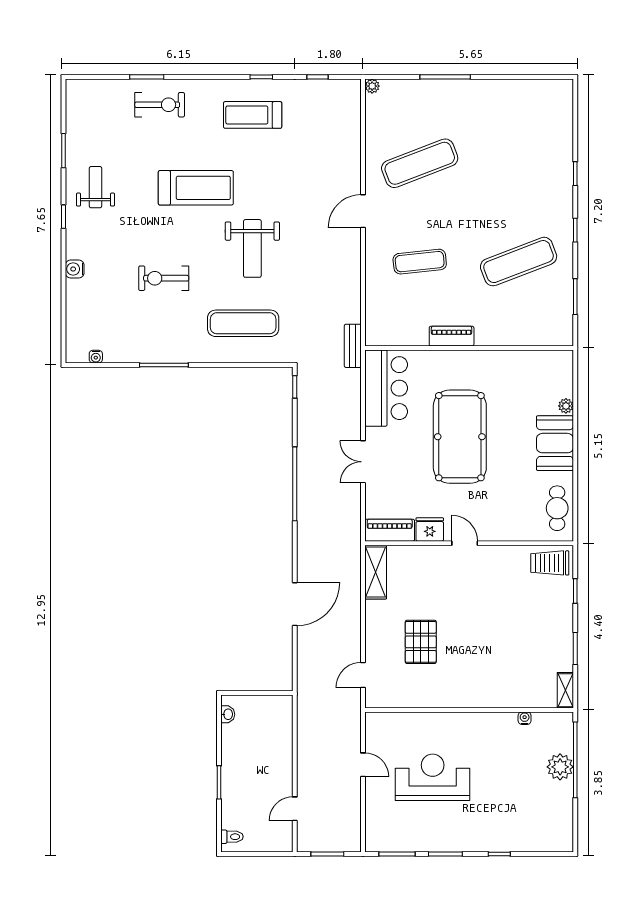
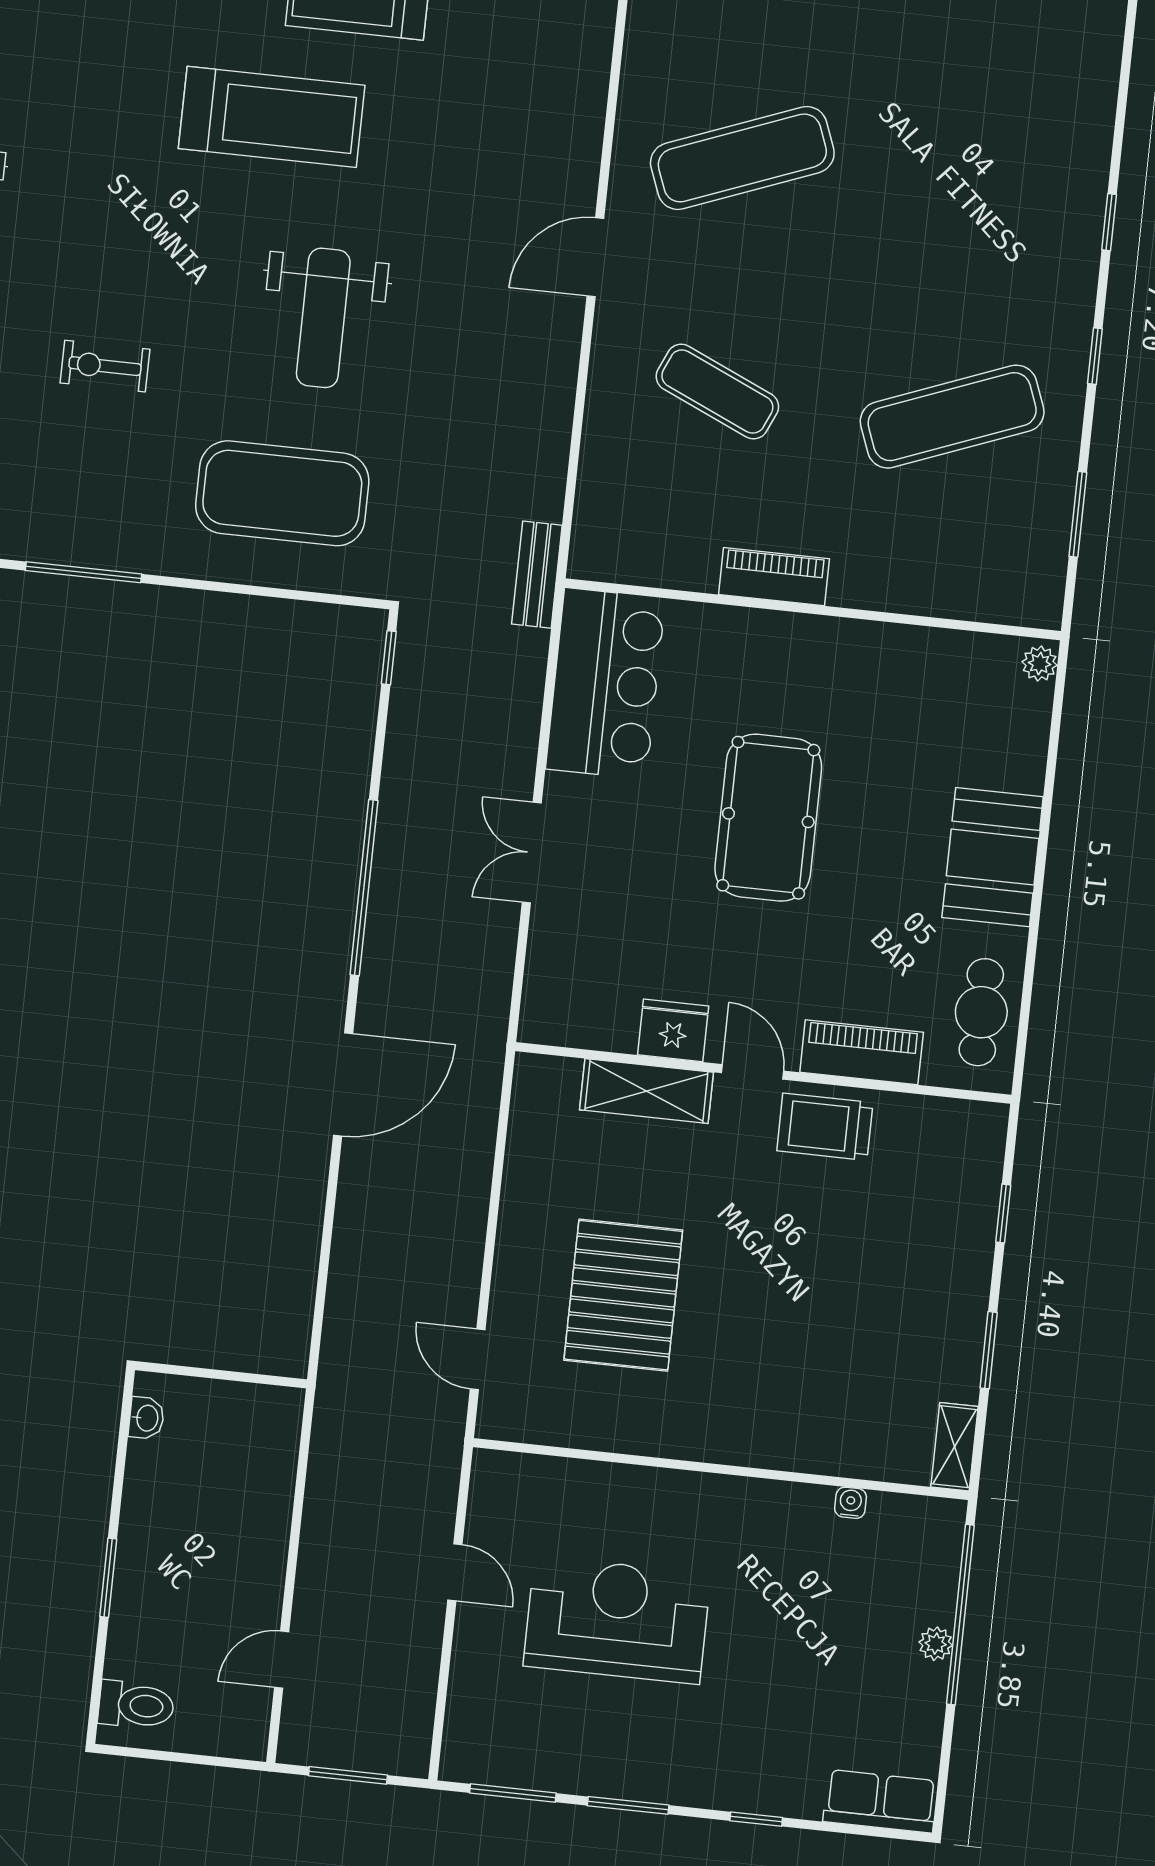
treadmill: (196, 188) -> (272, 117), moved
exercise mat: (420, 262) -> (717, 392), turned 30
exercise bike: (164, 278) -> (105, 366), width x0.73, depth x0.72
exercise mat: (243, 323) -> (282, 493), width x1.47
plant: (566, 406) -> (1040, 664), moved
pool table: (460, 437) -> (768, 818), width x0.73, depth x0.76
piano: (390, 530) -> (862, 1052), moved
trolley: (550, 563) -> (825, 1127), moved
shelving: (376, 572) -> (646, 1091), moved, turned 90
door: (295, 604) -> (343, 1084), moved
pallet: (421, 642) -> (623, 1295), width x1.37, depth x1.41
door: (363, 675) -> (478, 1359), hinge flipped
plant: (560, 767) -> (936, 1644), width x0.53, depth x0.53
toilet: (232, 837) -> (136, 1705), width x1.37, depth x1.39
row of seats: (550, 841) -> (880, 1801), added

